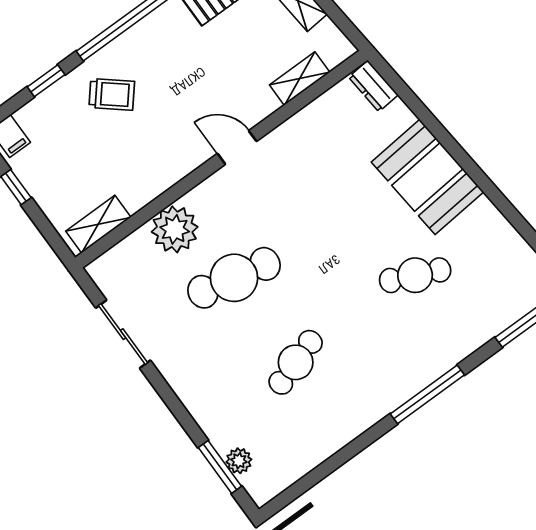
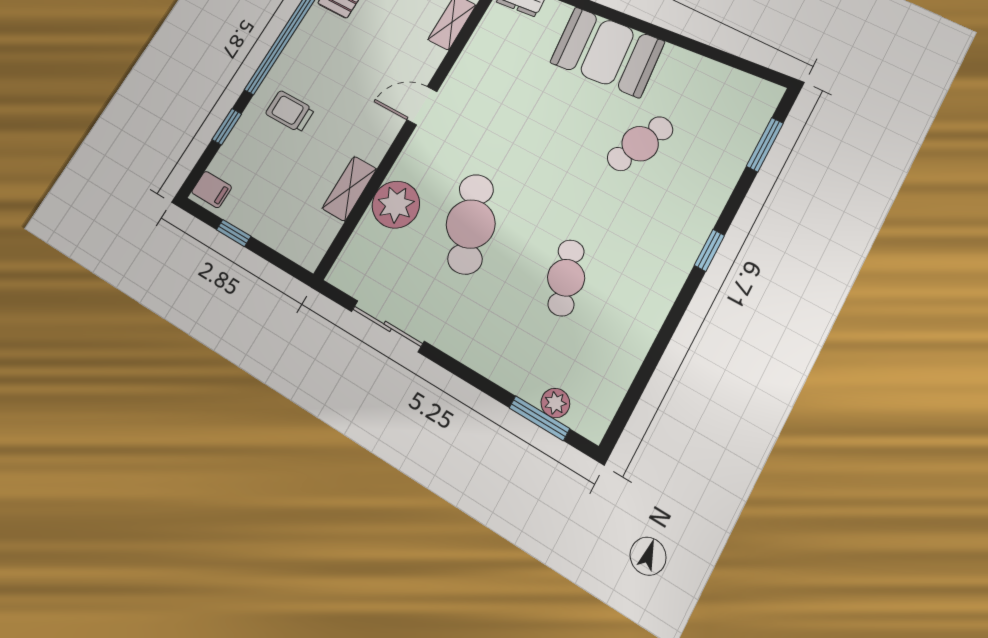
trolley: (112, 94) -> (290, 112), turned -130
shelving: (98, 224) -> (349, 189), moved
cafe table: (234, 278) -> (471, 224), turned -33
window: (427, 394) -> (709, 250), width x0.46

